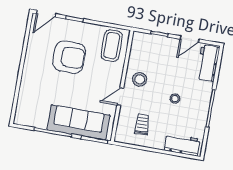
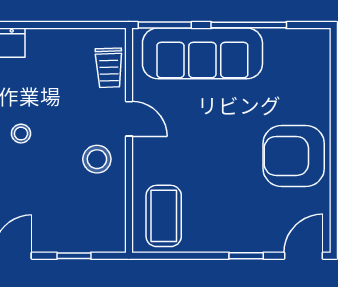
armchair: (69, 57) -> (294, 156), moved
door: (120, 97) -> (129, 119), hinge flipped
trolley: (142, 124) -> (109, 68), moved

